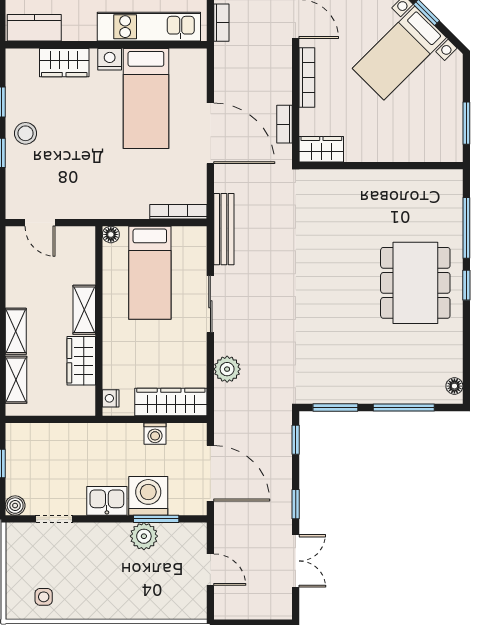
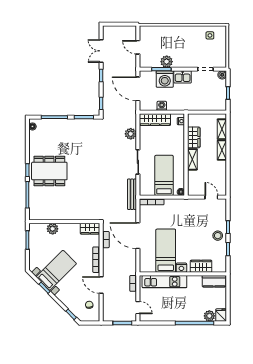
plant: (408, 149) -> (53, 229), added
dining table: (415, 283) -> (49, 171), turned 90

